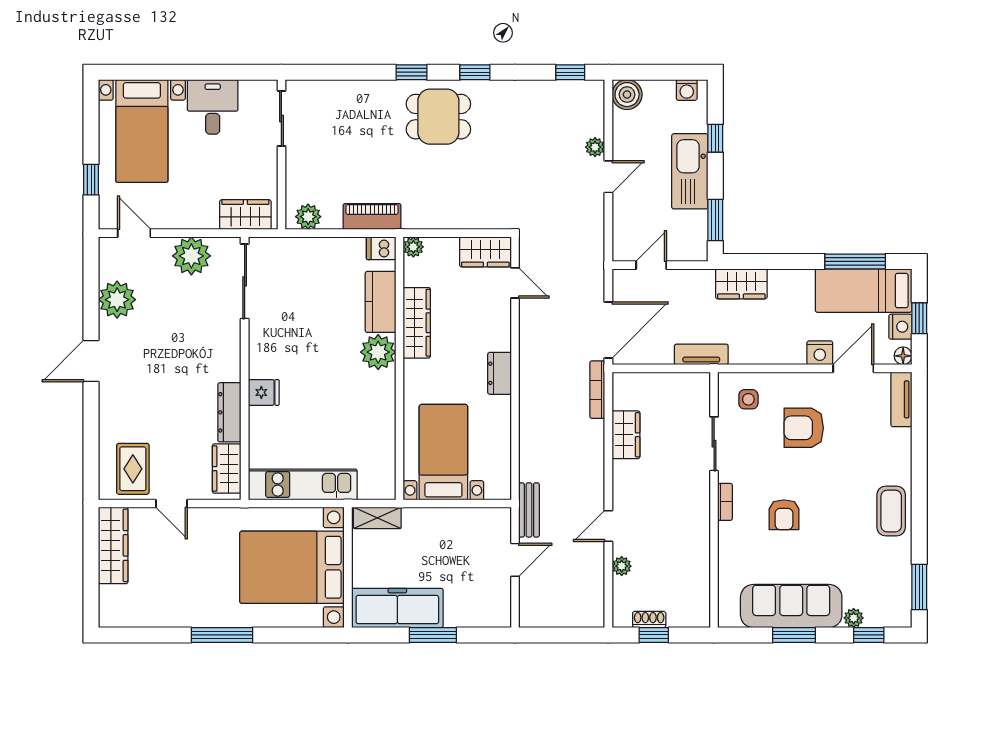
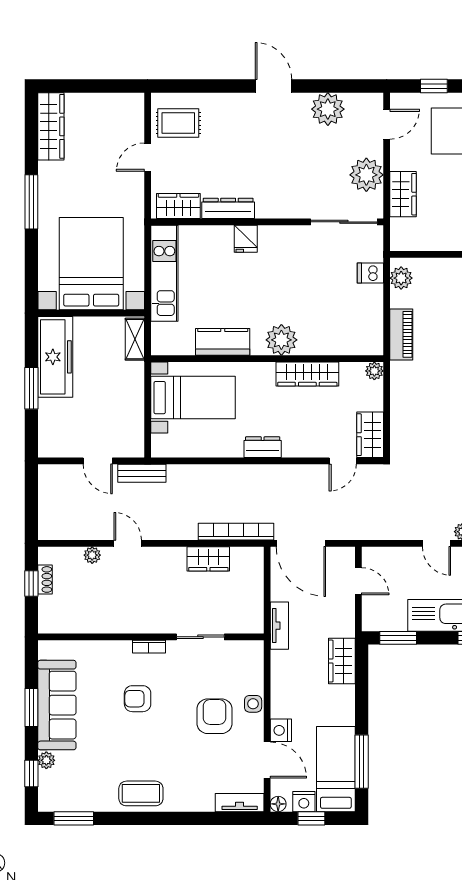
wardrobe: (245, 215) -> (403, 194), moved
dishwasher: (381, 248) -> (370, 273), moved, turned -90
kitchen counter: (380, 302) -> (223, 342), moved
bookcase: (597, 390) -> (236, 532), width x1.48, depth x1.31
side table: (748, 399) -> (253, 704), moved
wardrobe: (113, 545) -> (51, 126), moved, turned -90

